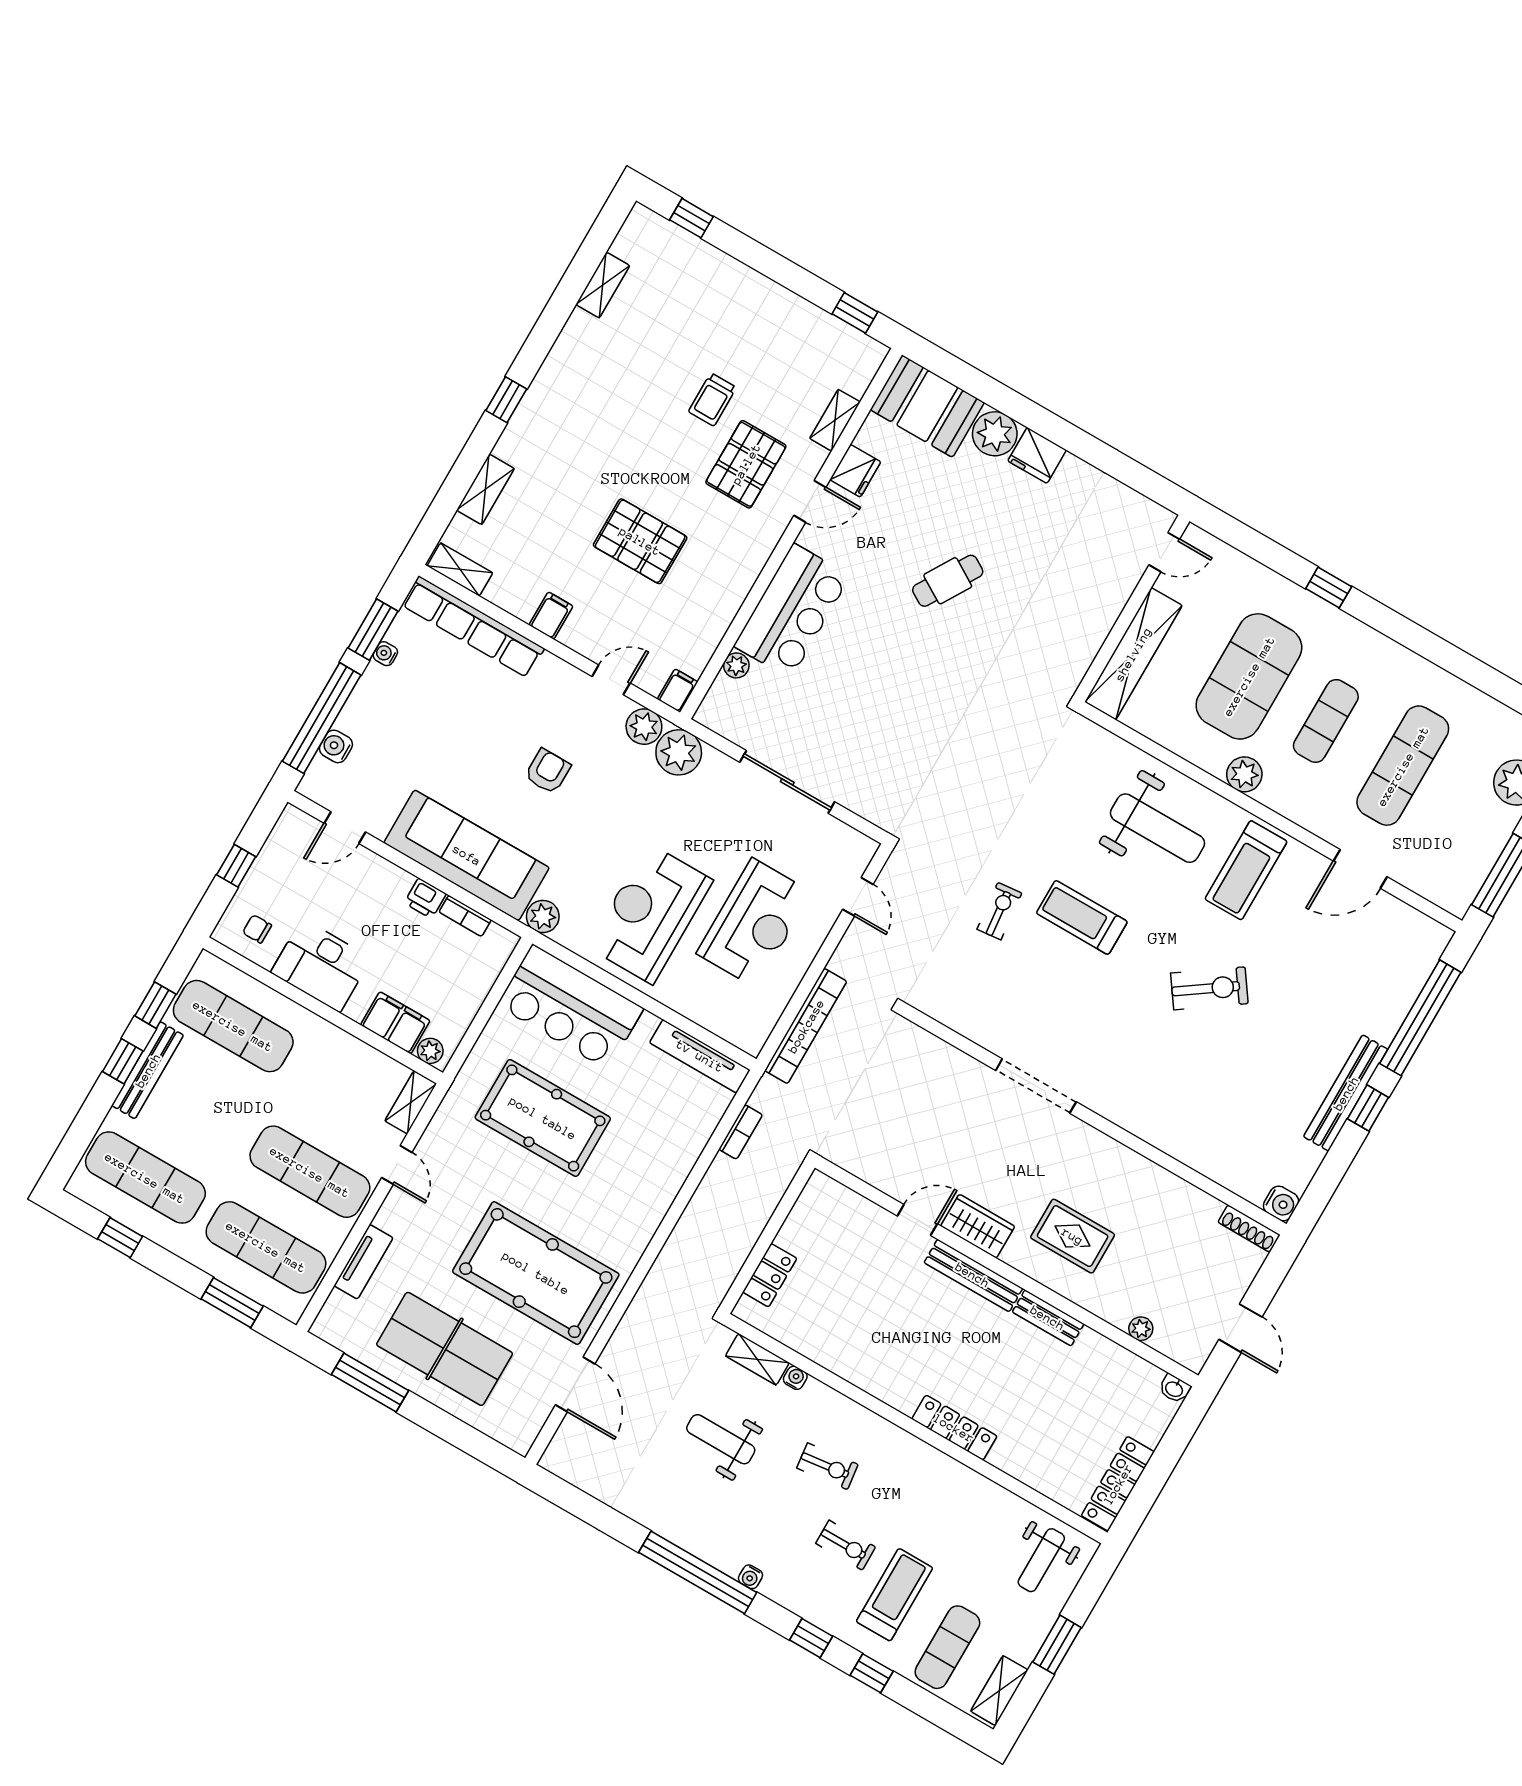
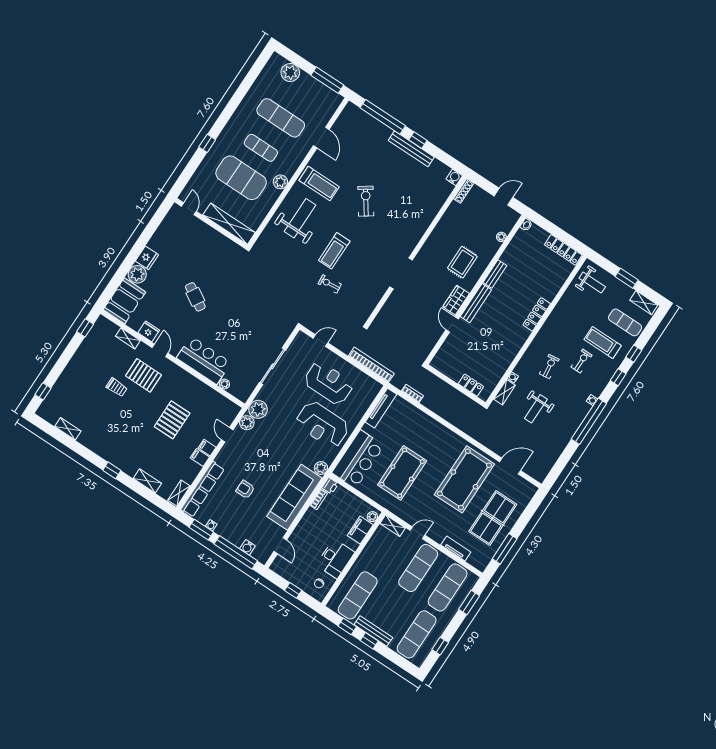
filing cabinet: (678, 691) -> (207, 448), moved
armchair: (548, 771) -> (245, 489), moved
printer: (425, 898) -> (330, 486), moved

